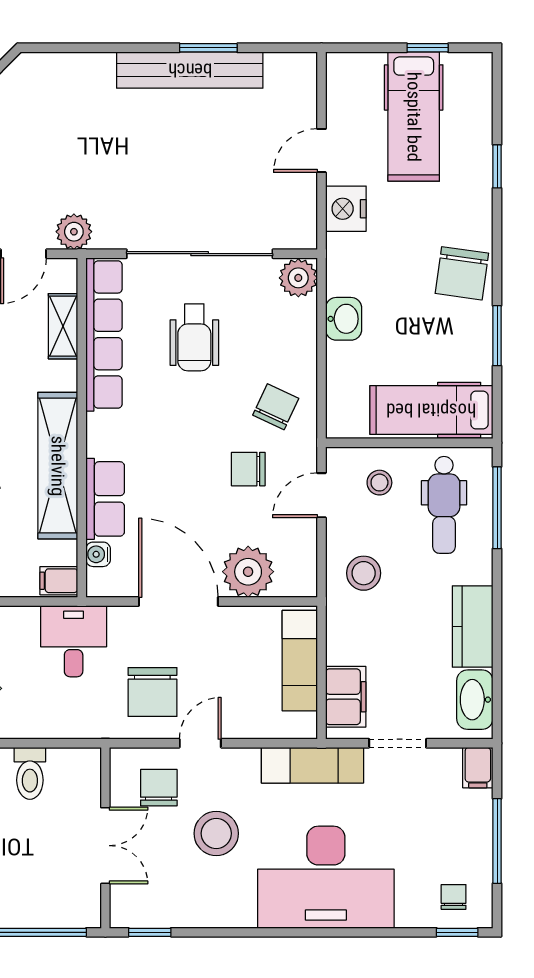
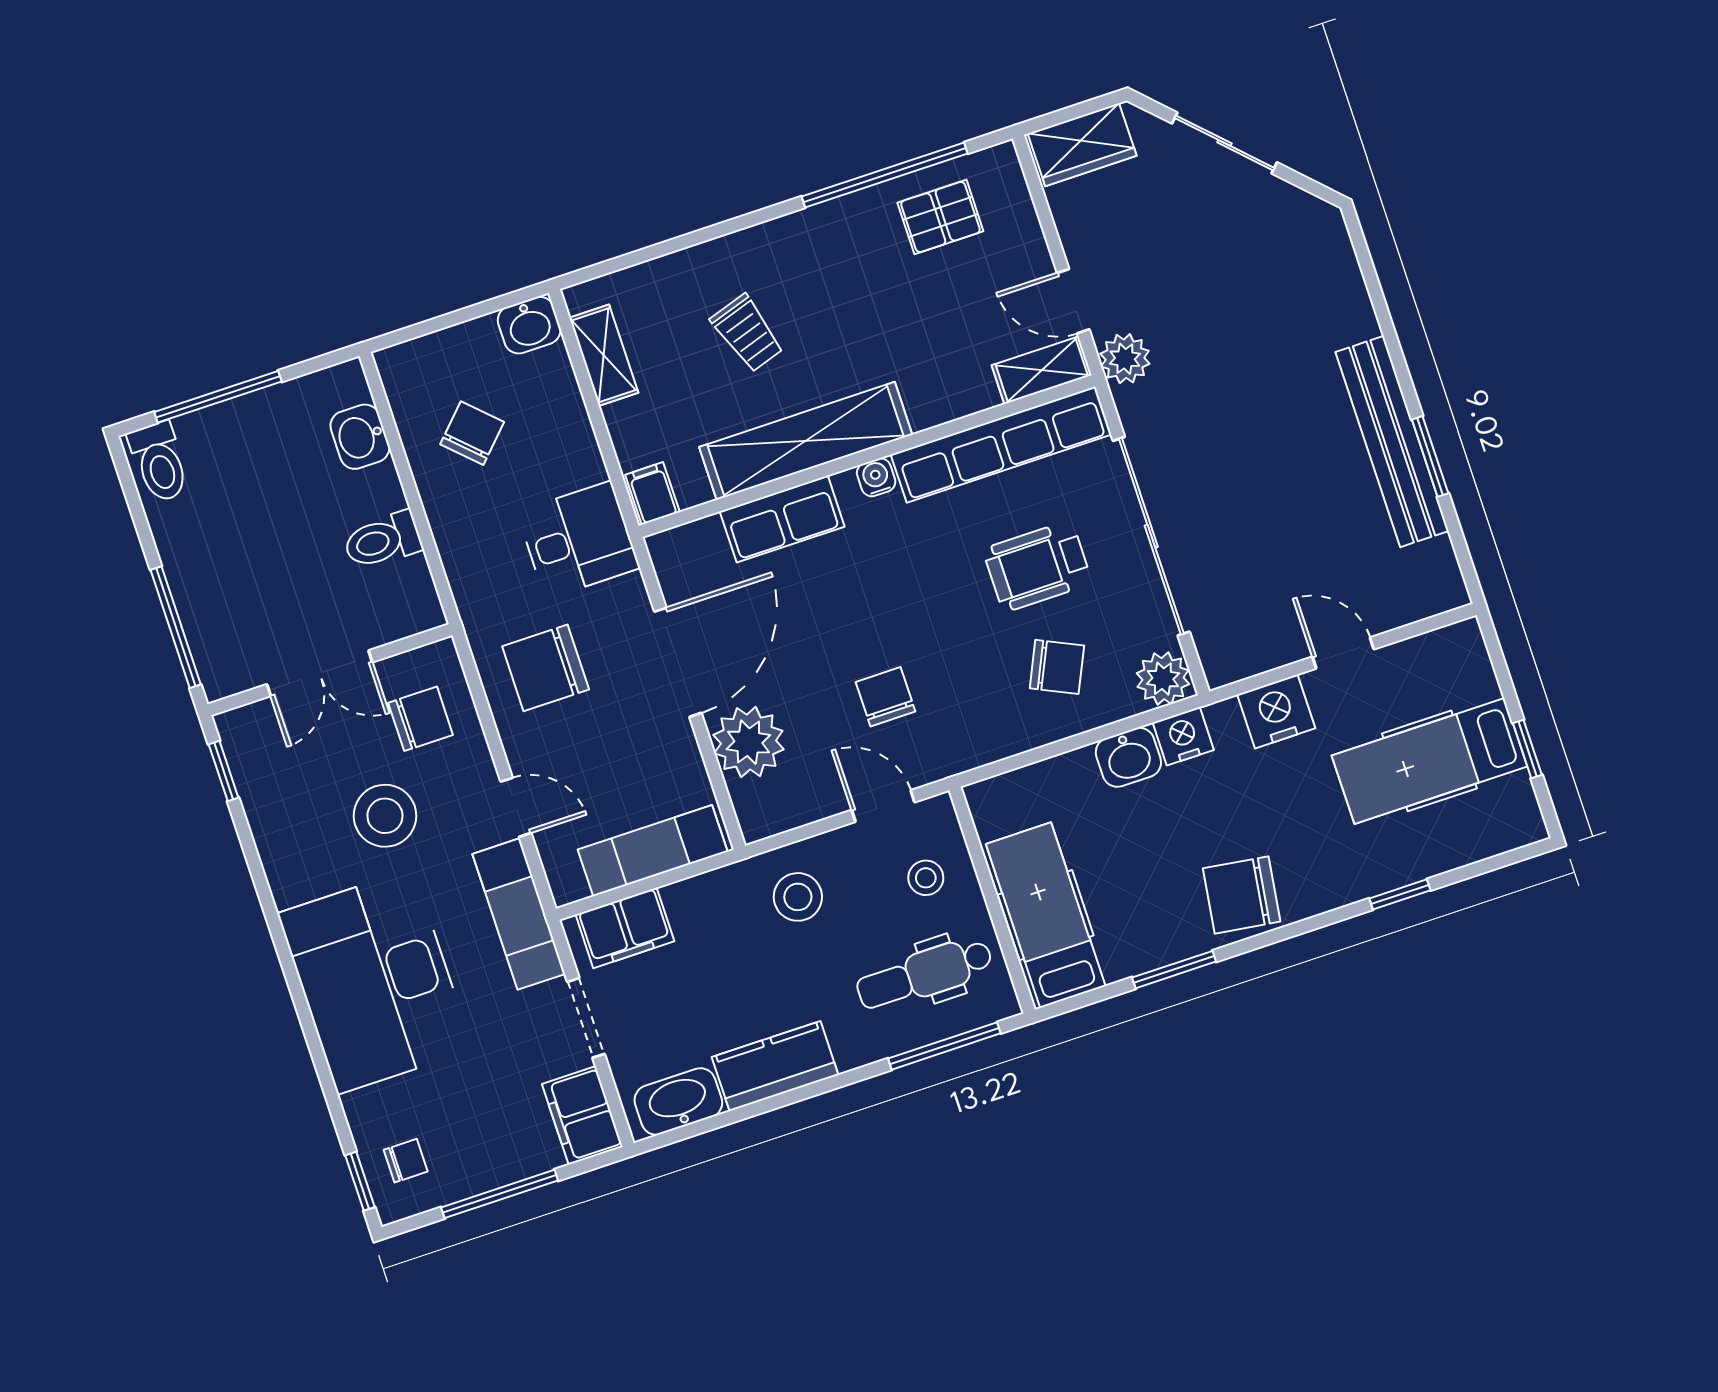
nightstand: (342, 277) -> (1183, 736), added
shelving: (63, 326) -> (1042, 370), moved
chair: (276, 407) -> (1057, 667), moved
water cooler: (98, 554) -> (876, 477), moved
door: (200, 743) -> (516, 807), moved
filing cabinet: (478, 768) -> (582, 1115), width x2.00

